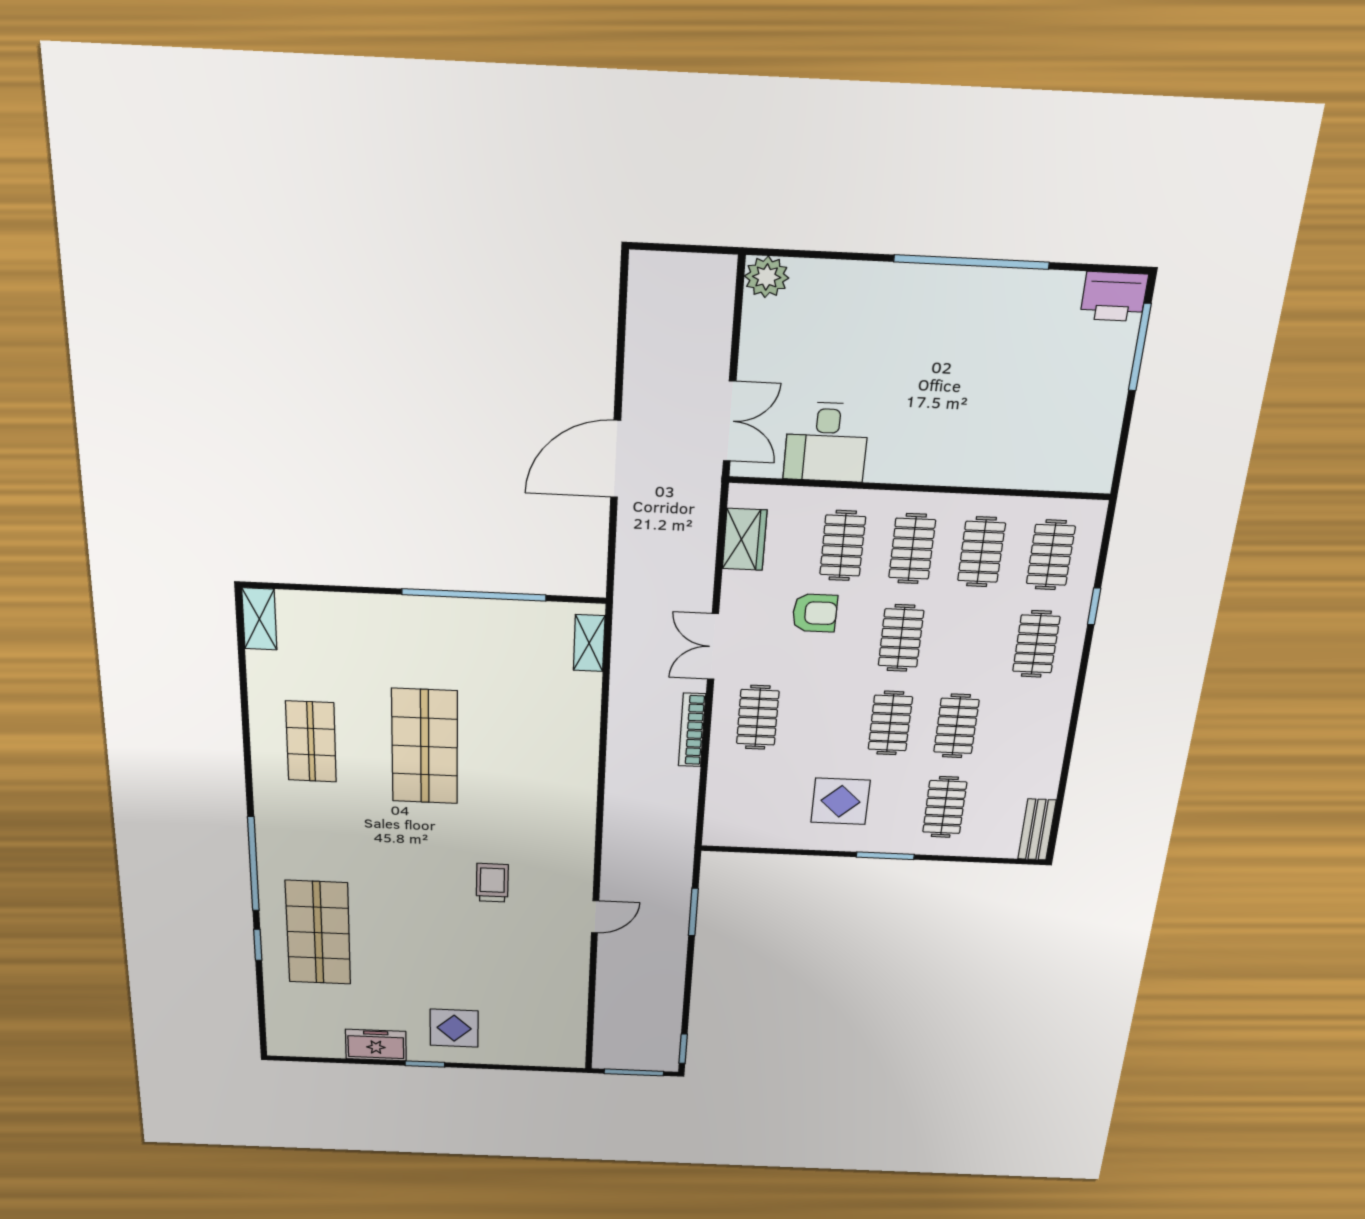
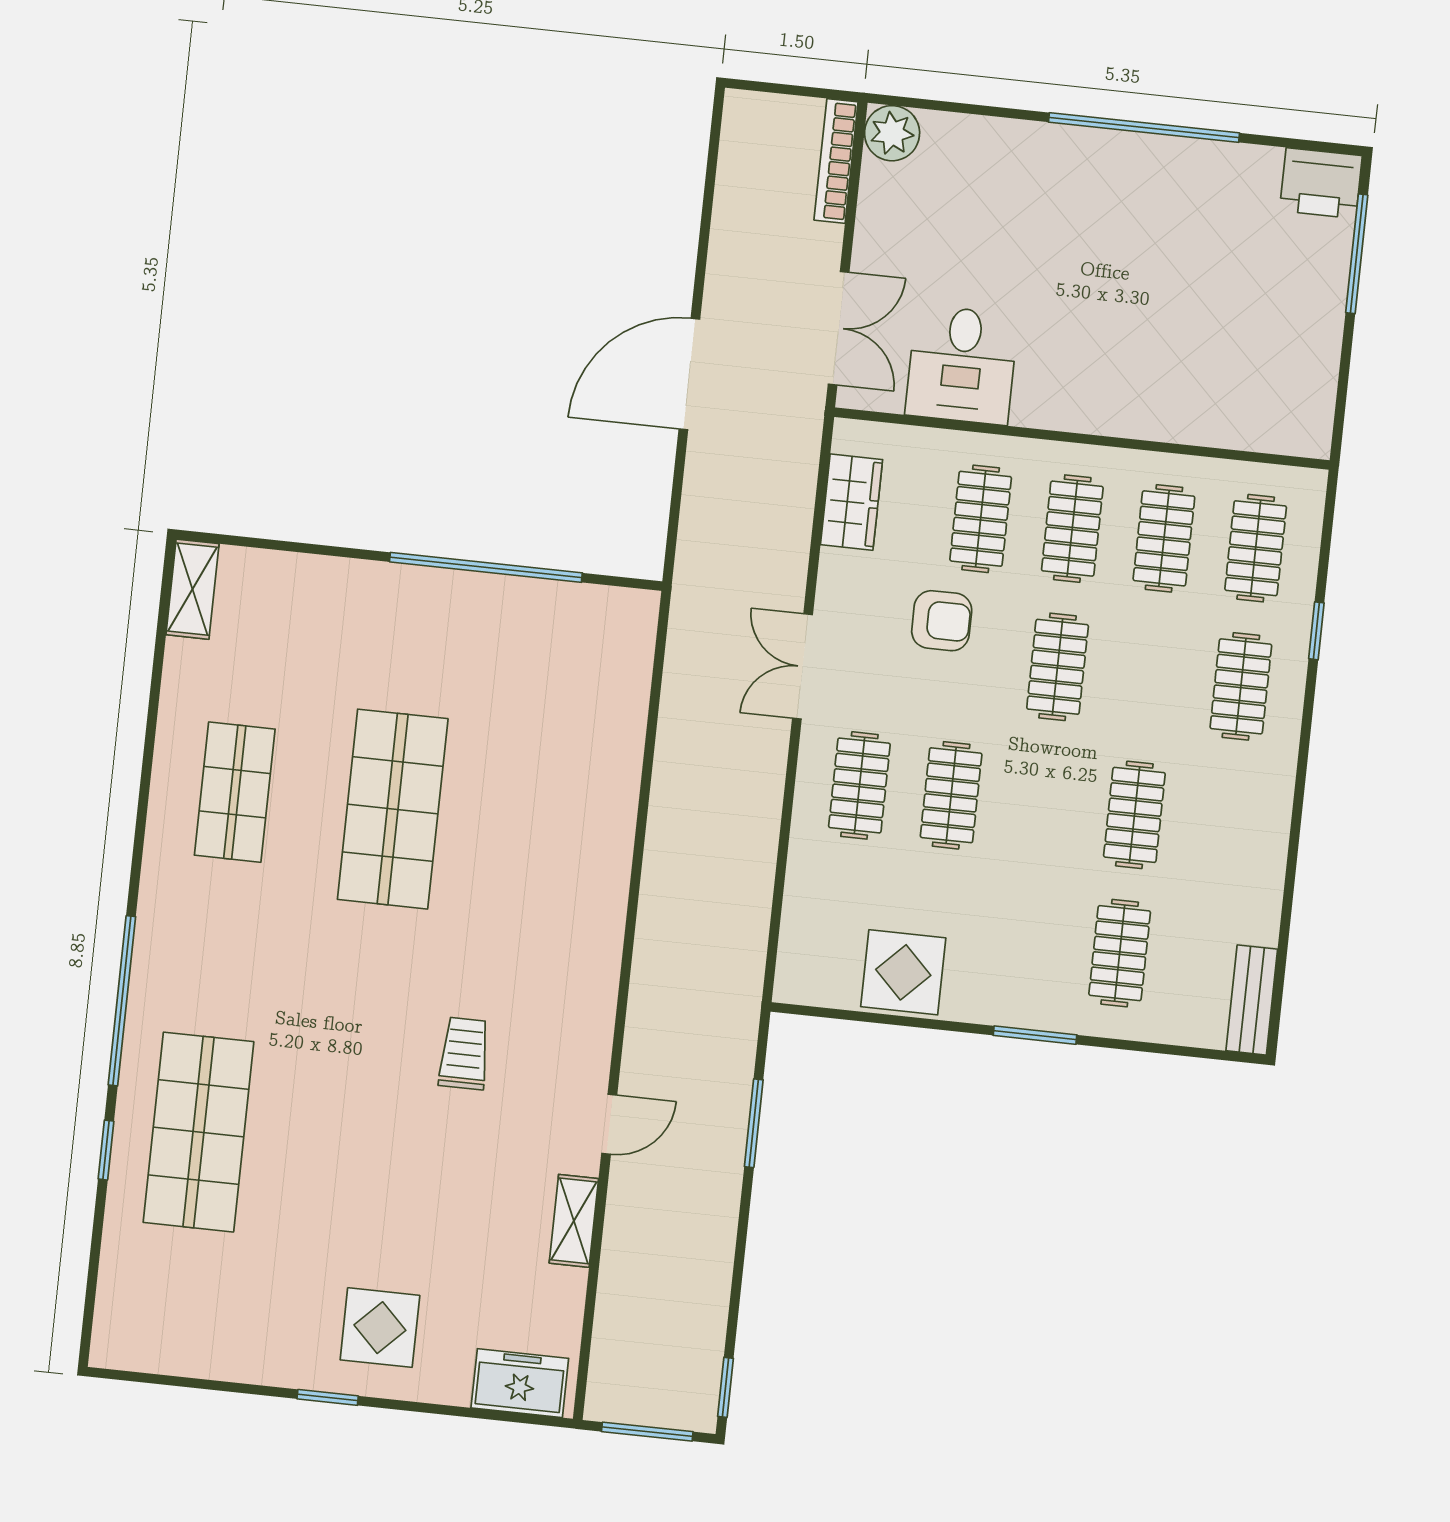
shelving: (589, 643) -> (574, 1221), moved
clothes rail: (890, 723) -> (951, 795), moved
bookcase: (692, 730) -> (836, 161), moved
display table: (840, 801) -> (903, 972), moved
freezer: (376, 1045) -> (520, 1383), moved

